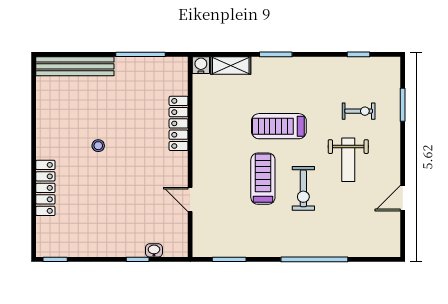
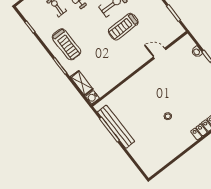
bench: (75, 66) -> (116, 127), moved
locker: (179, 123) -> (128, 86), removed
treadmill: (279, 126) -> (66, 44), moved
door: (190, 199) -> (160, 53), swing flipped

